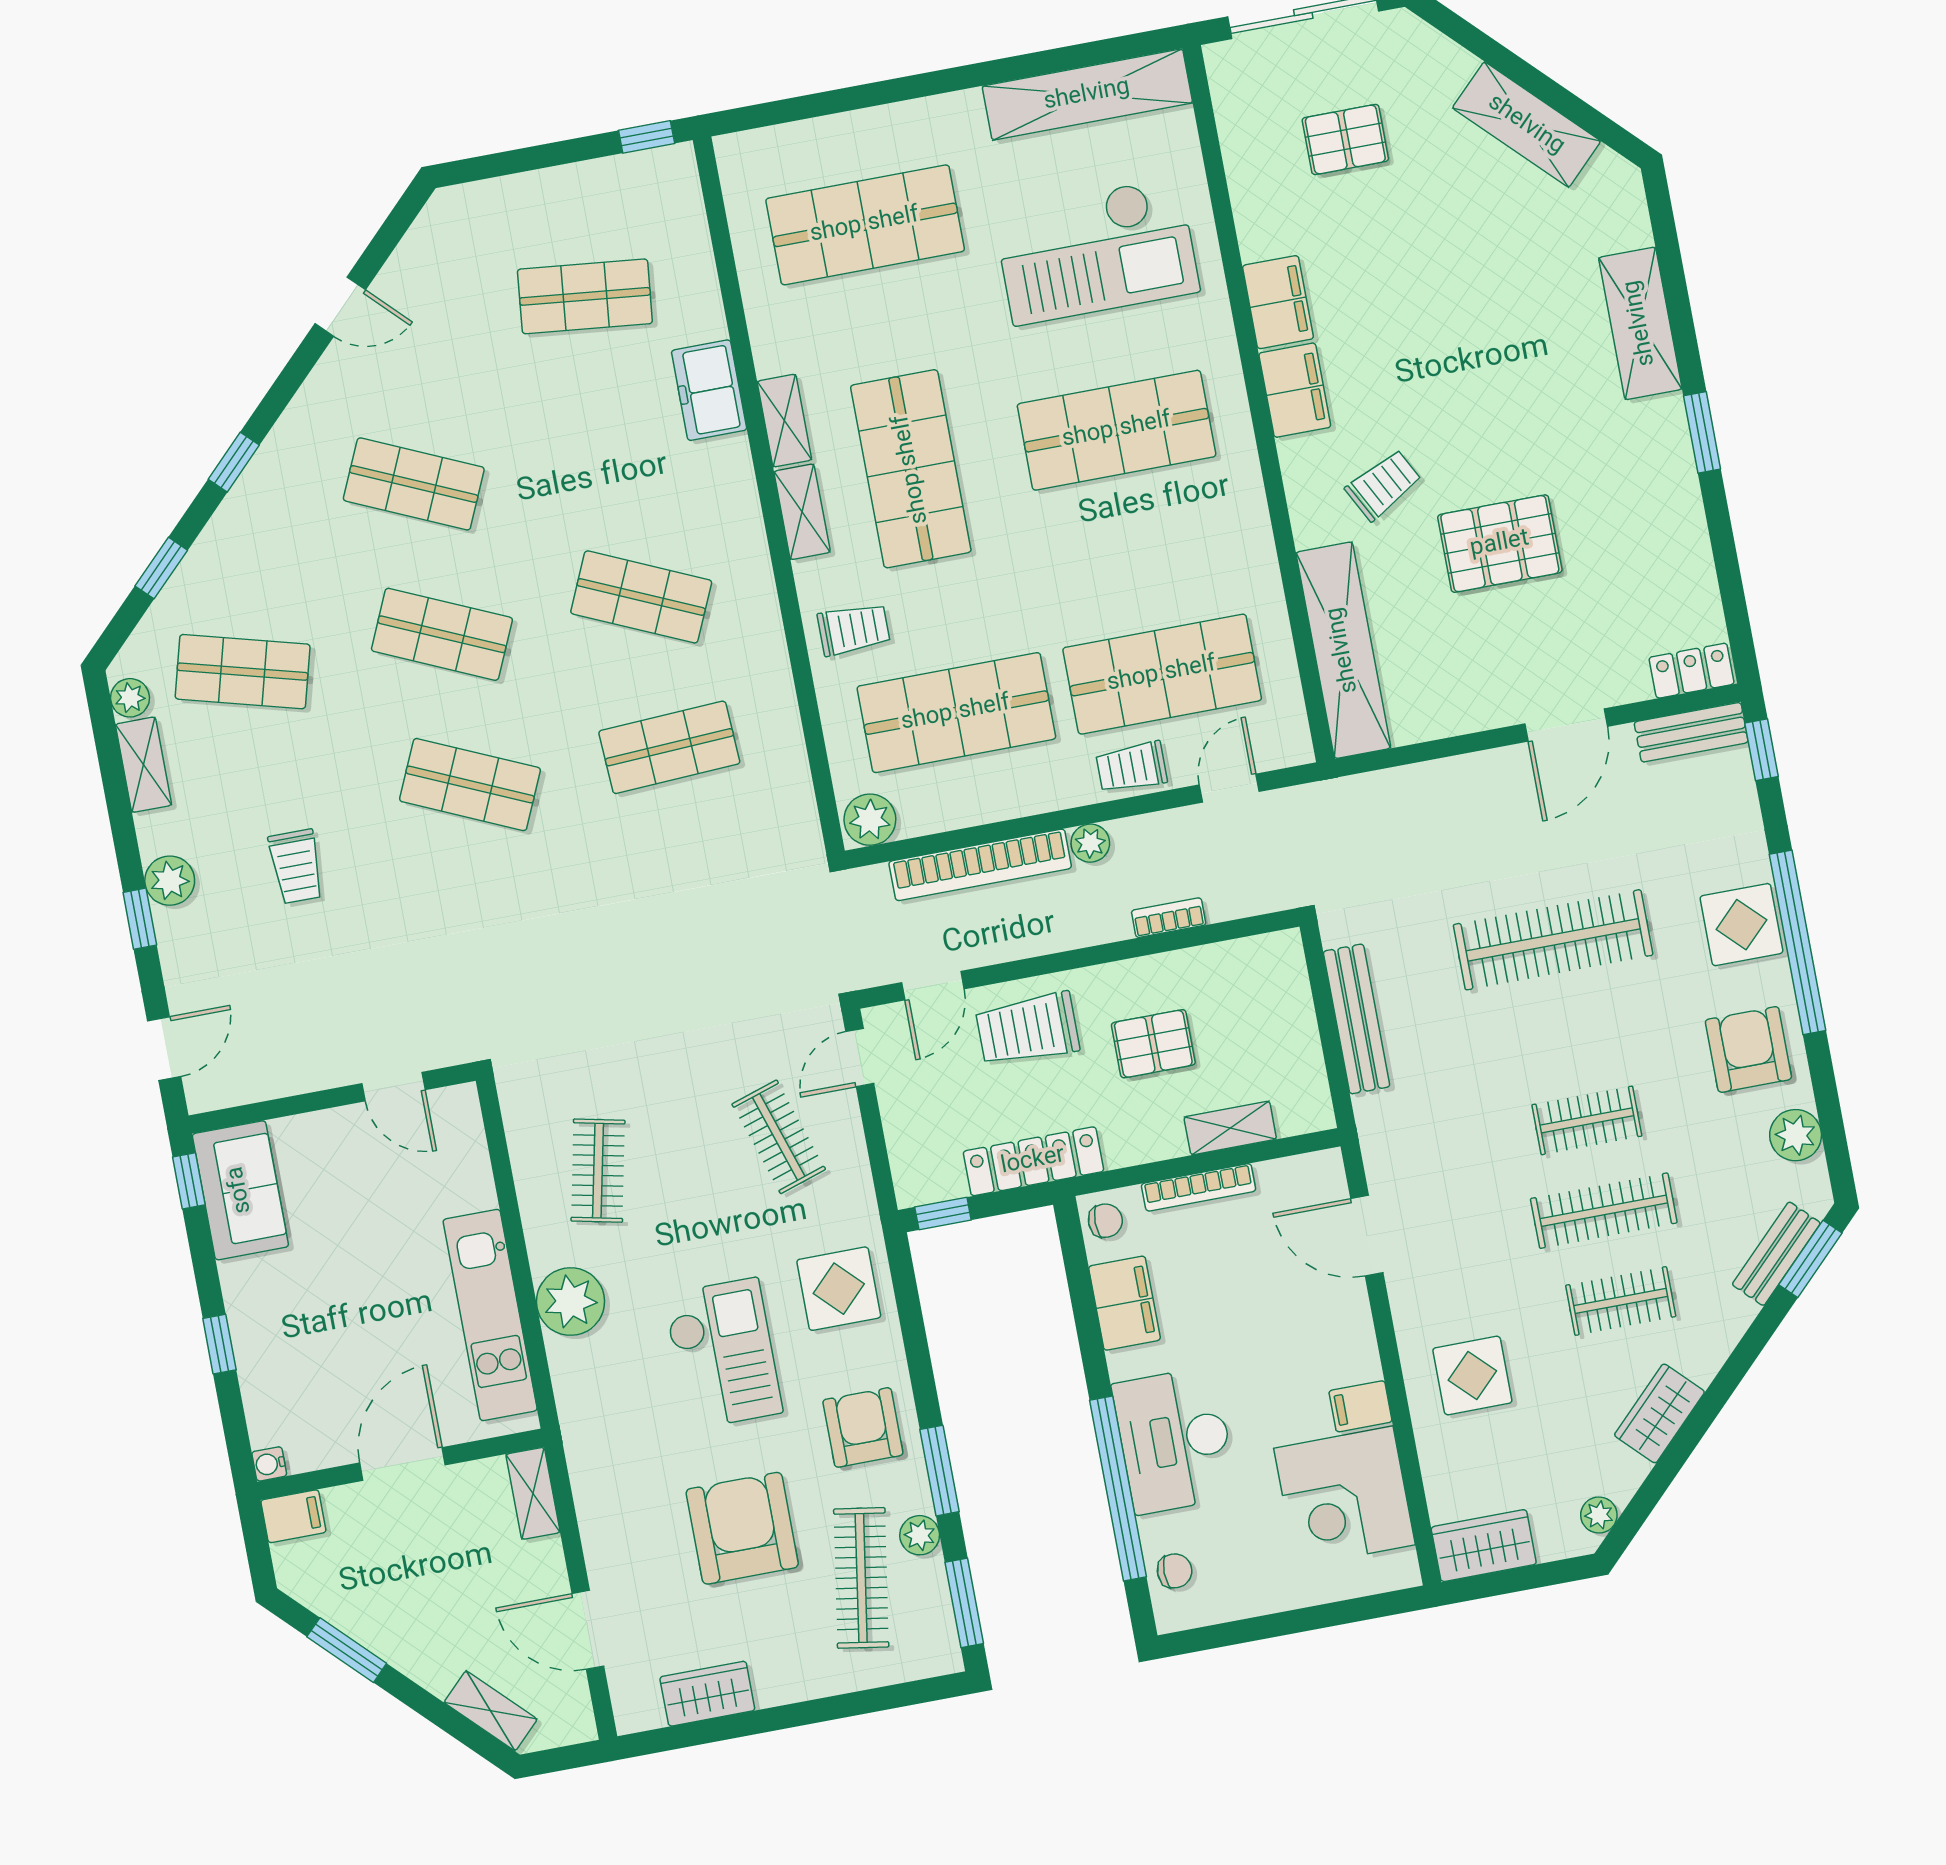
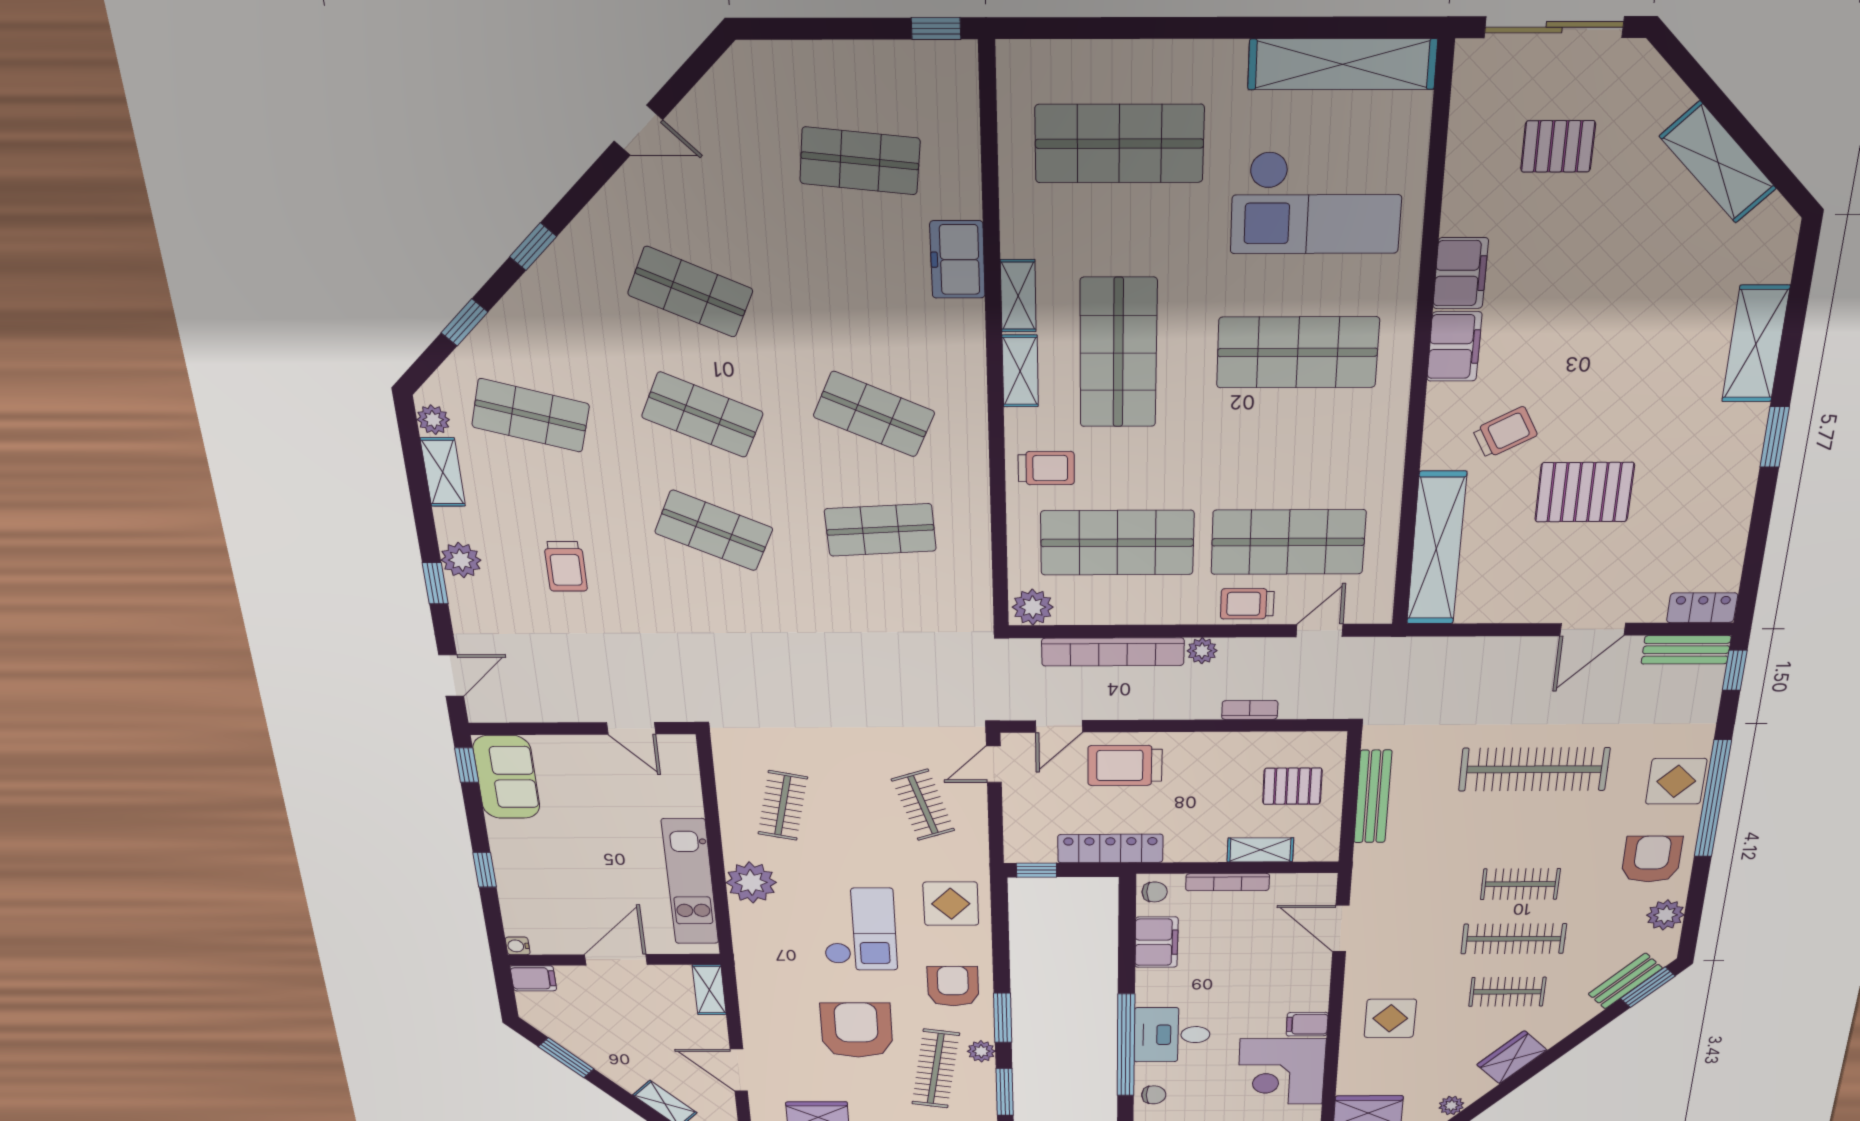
pallet: (1153, 1044) -> (1292, 786), moved
desk: (1175, 1440) -> (1172, 1035), width x0.73

